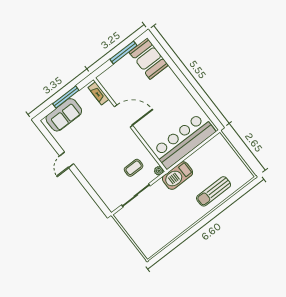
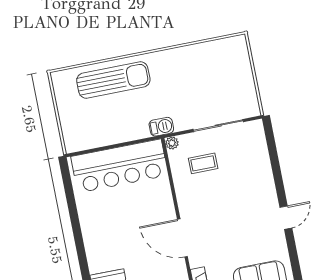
barbecue: (178, 176) -> (161, 127), width x0.53, depth x0.65
sun lounger: (214, 191) -> (113, 80), width x1.36, depth x1.34

